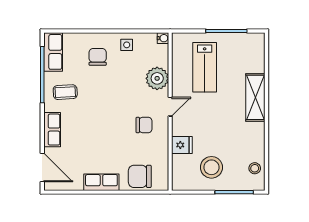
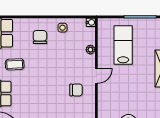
lab bench: (205, 67) -> (123, 45), turned 180
plant: (157, 78) -> (90, 50), width x0.53, depth x0.53
fridge: (182, 145) -> (105, 106), removed

